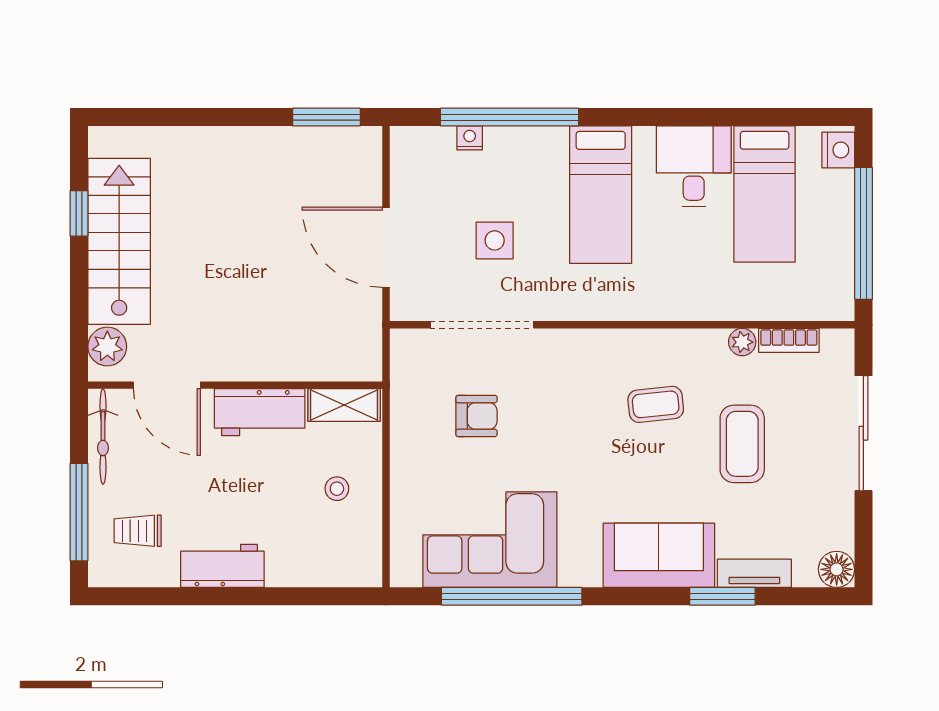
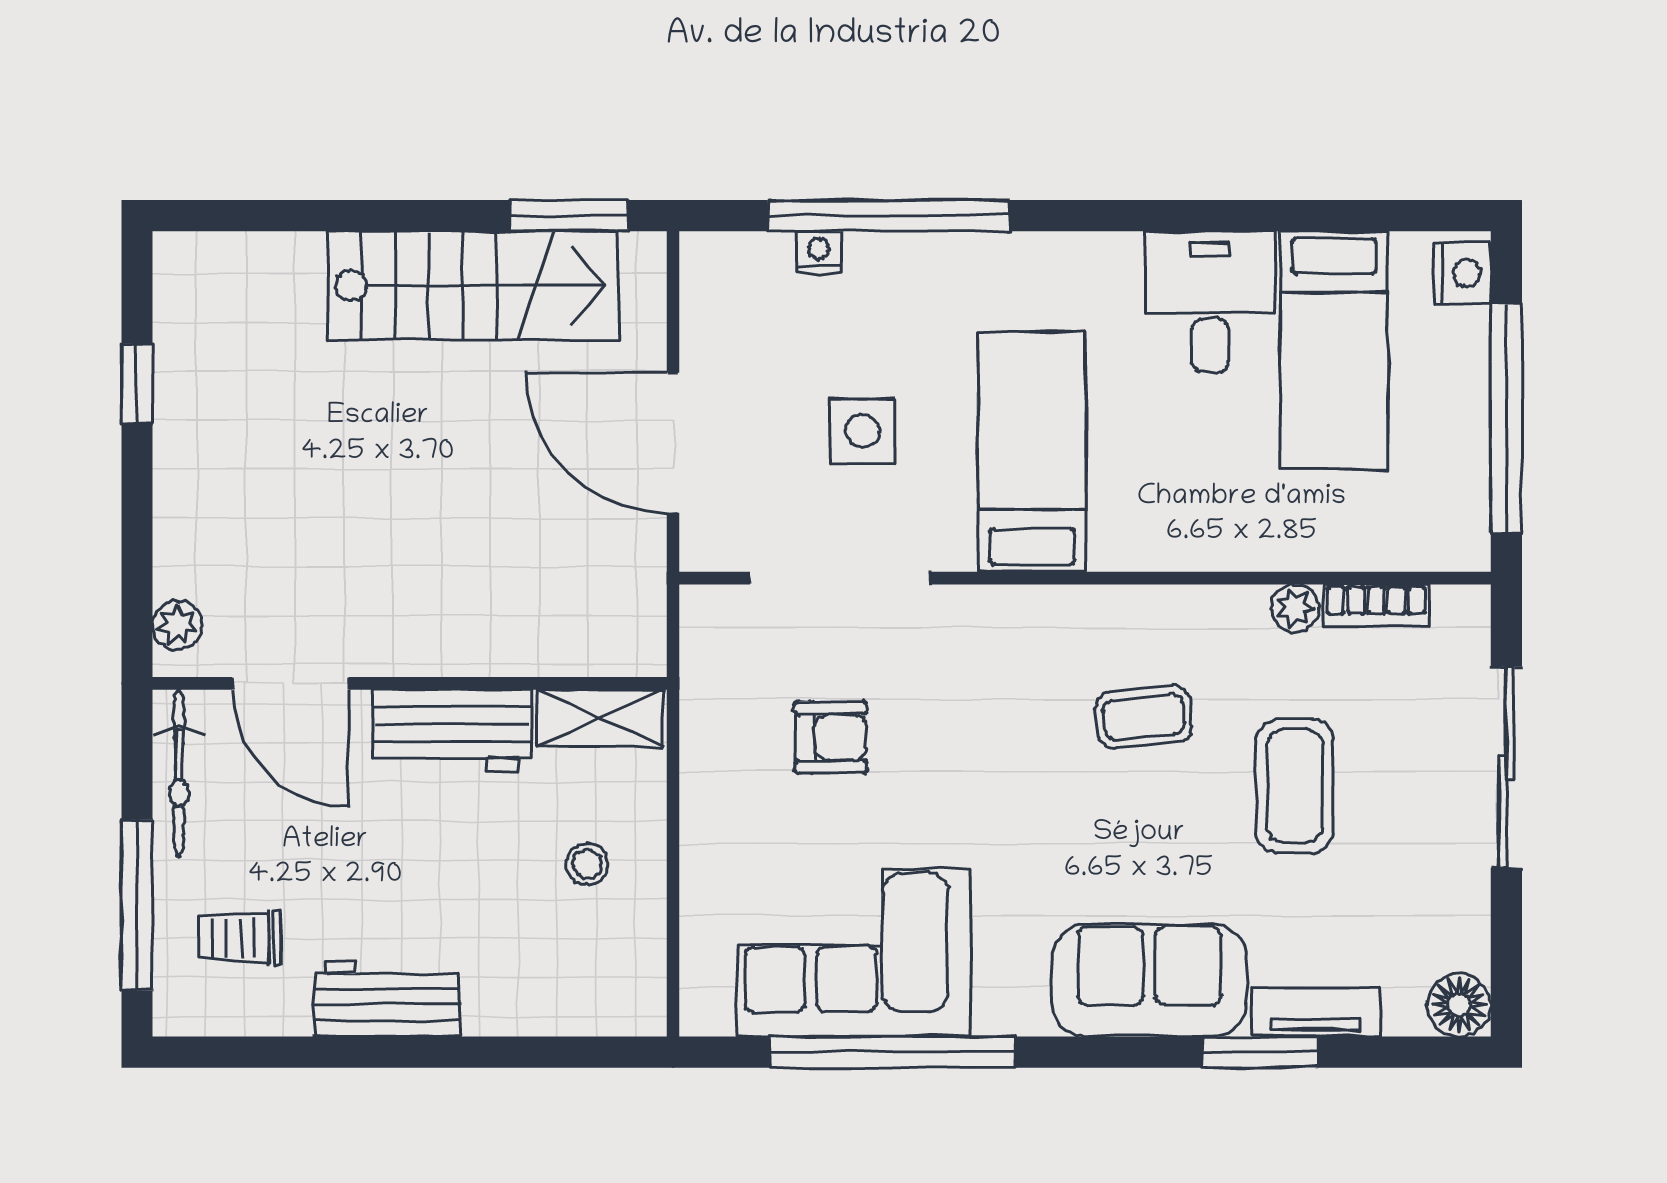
bed: (601, 195) -> (1032, 452), moved, turned 180
stairs: (119, 241) -> (472, 286), moved, turned 90
plant: (107, 347) -> (177, 625), width x0.73, depth x0.73

